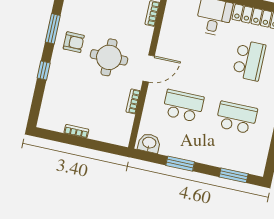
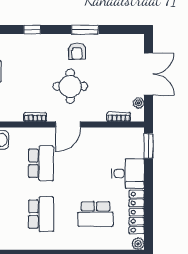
door: (149, 68) -> (68, 124), hinge flipped
window: (44, 71) -> (32, 30), moved

